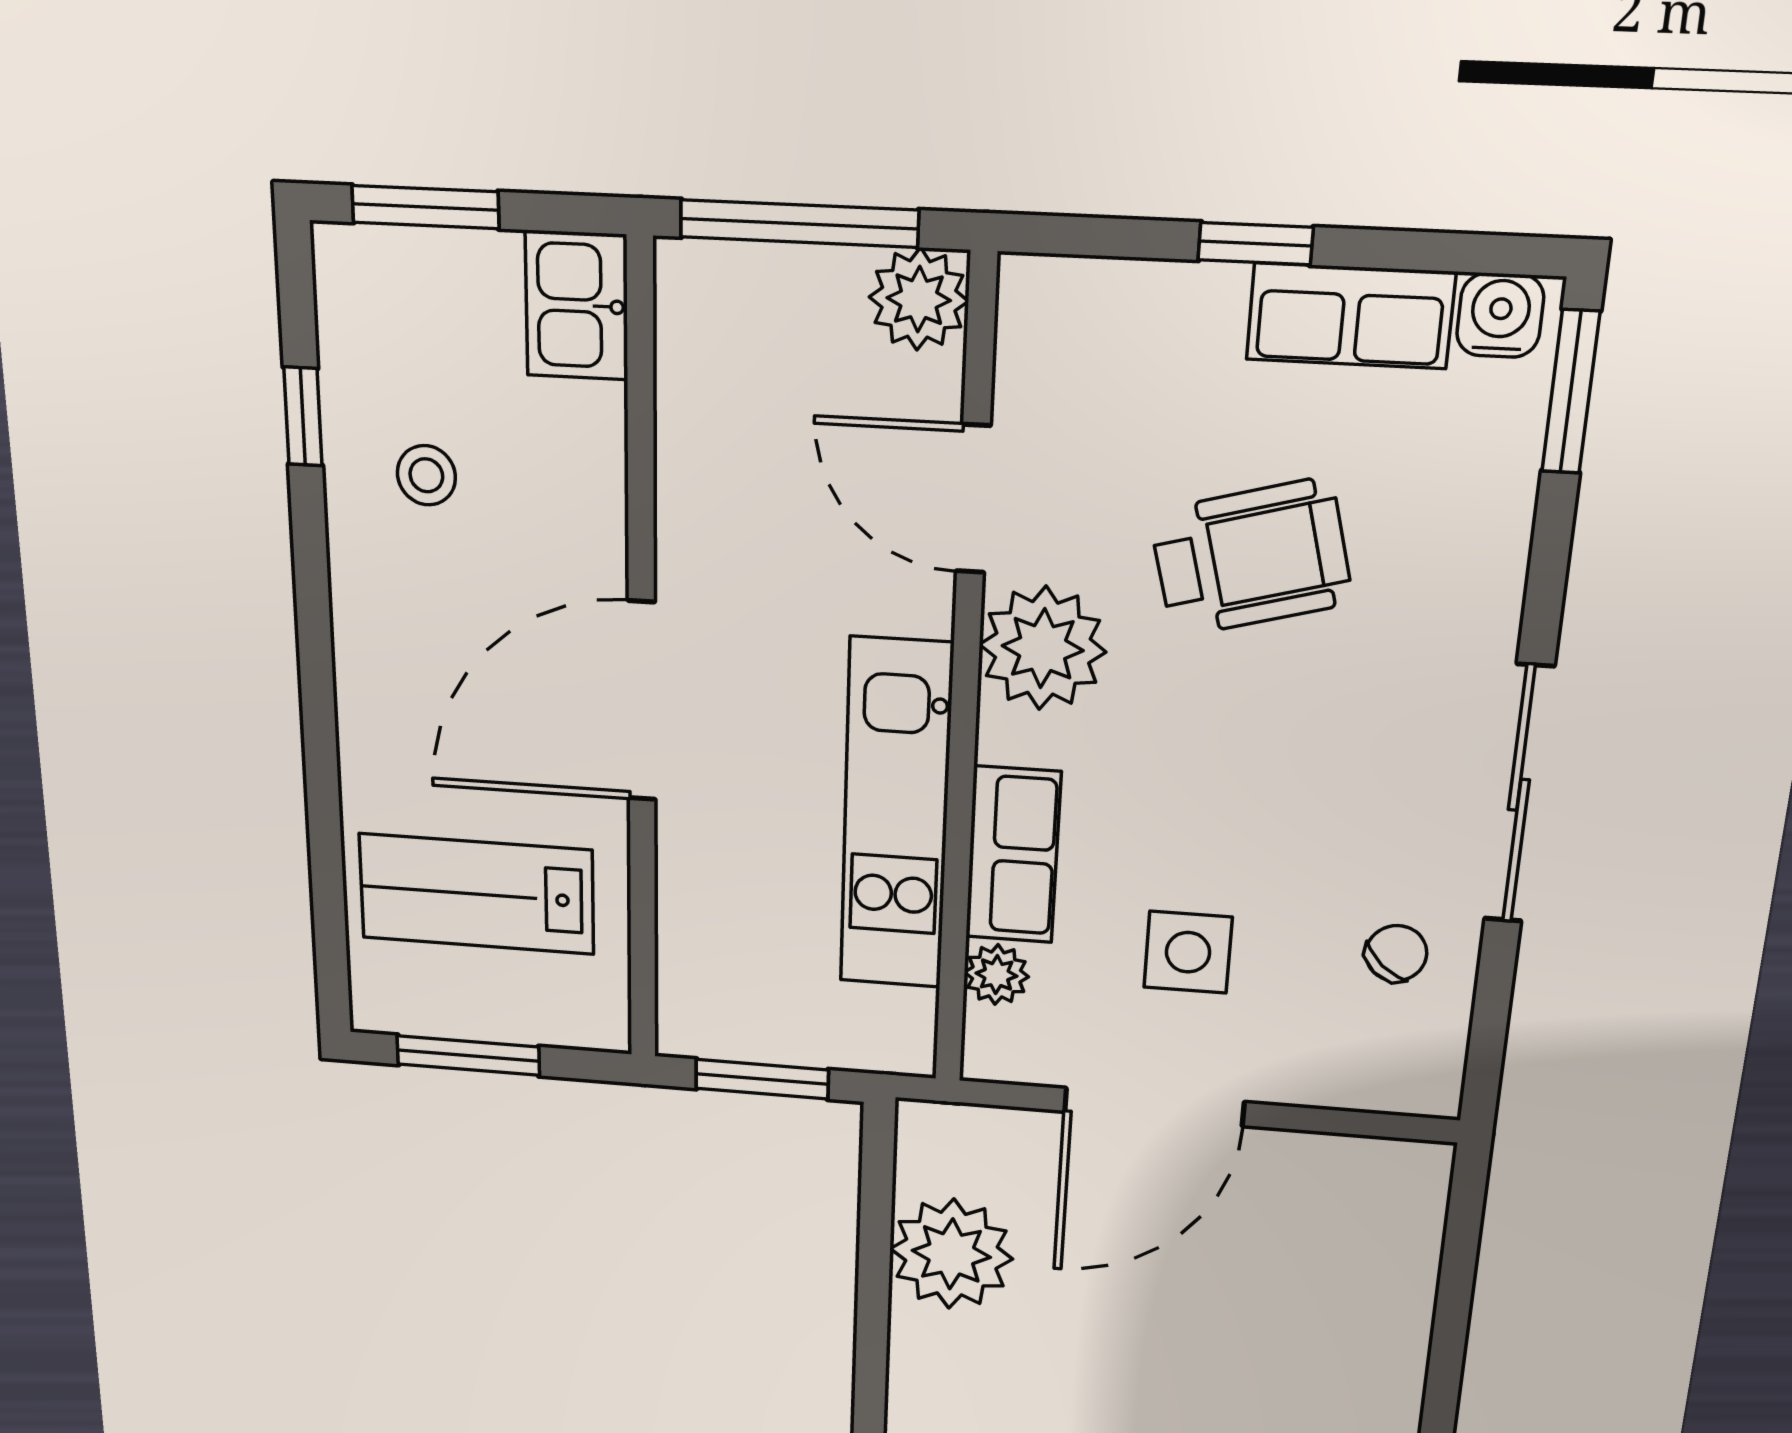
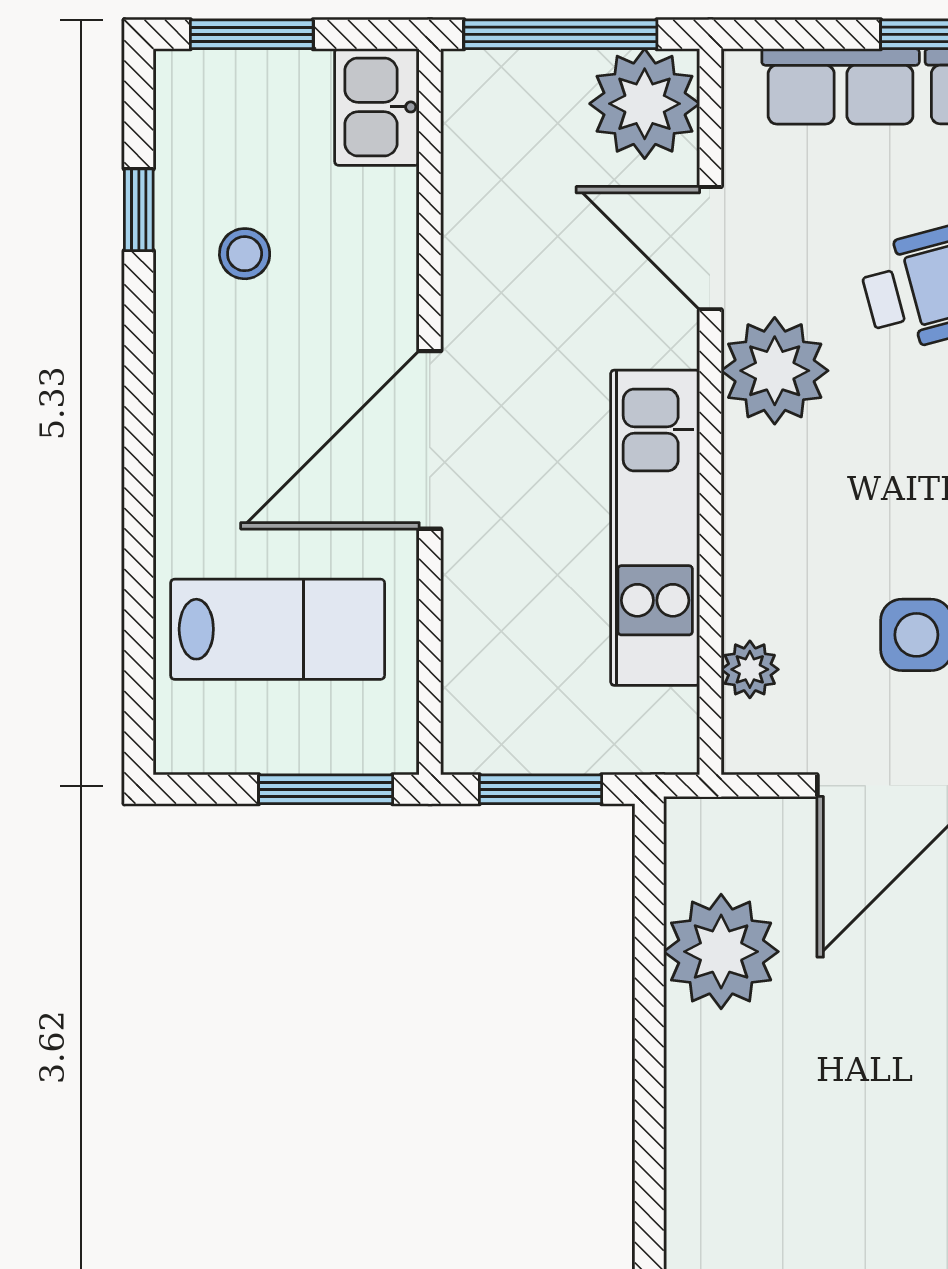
plant: (919, 299) -> (645, 104), width x1.36, depth x1.36
row of seats: (1013, 855) -> (841, 86), moved, turned 90
lab bench: (477, 894) -> (278, 629), turned 180
window: (468, 1056) -> (326, 789), moved

